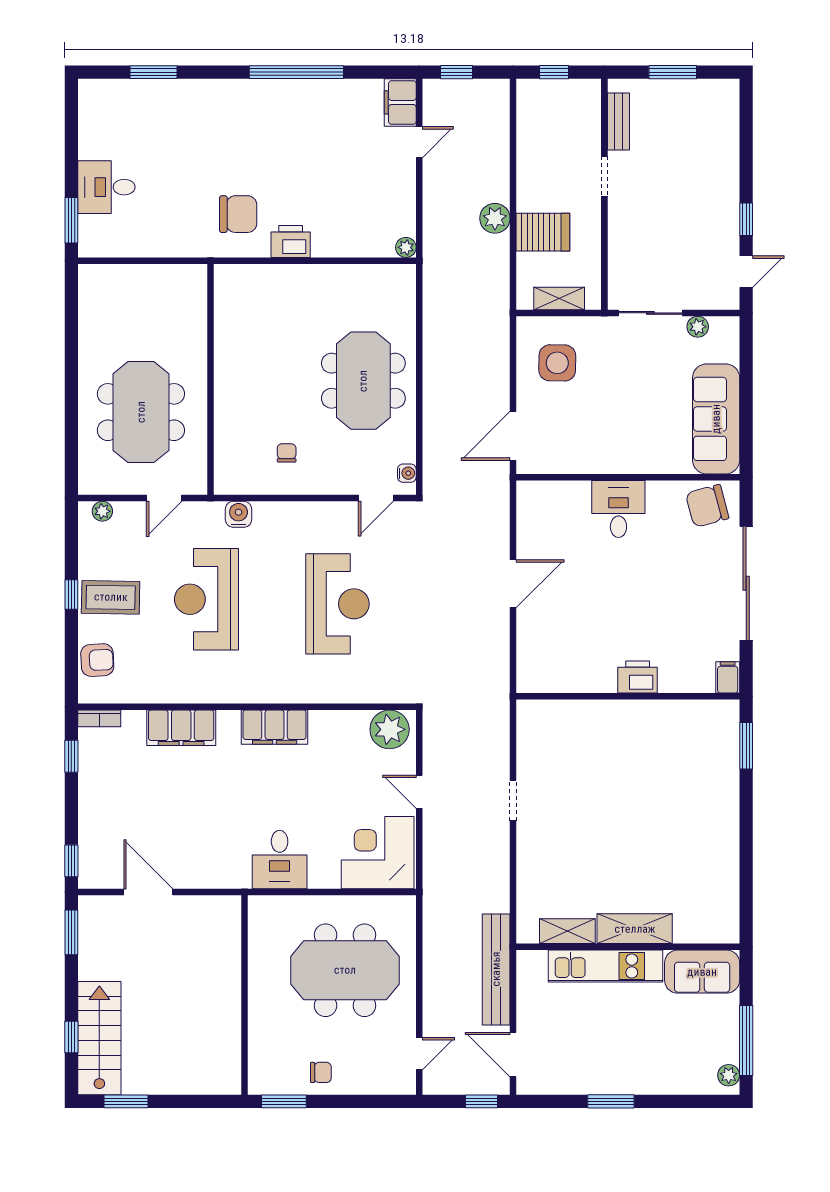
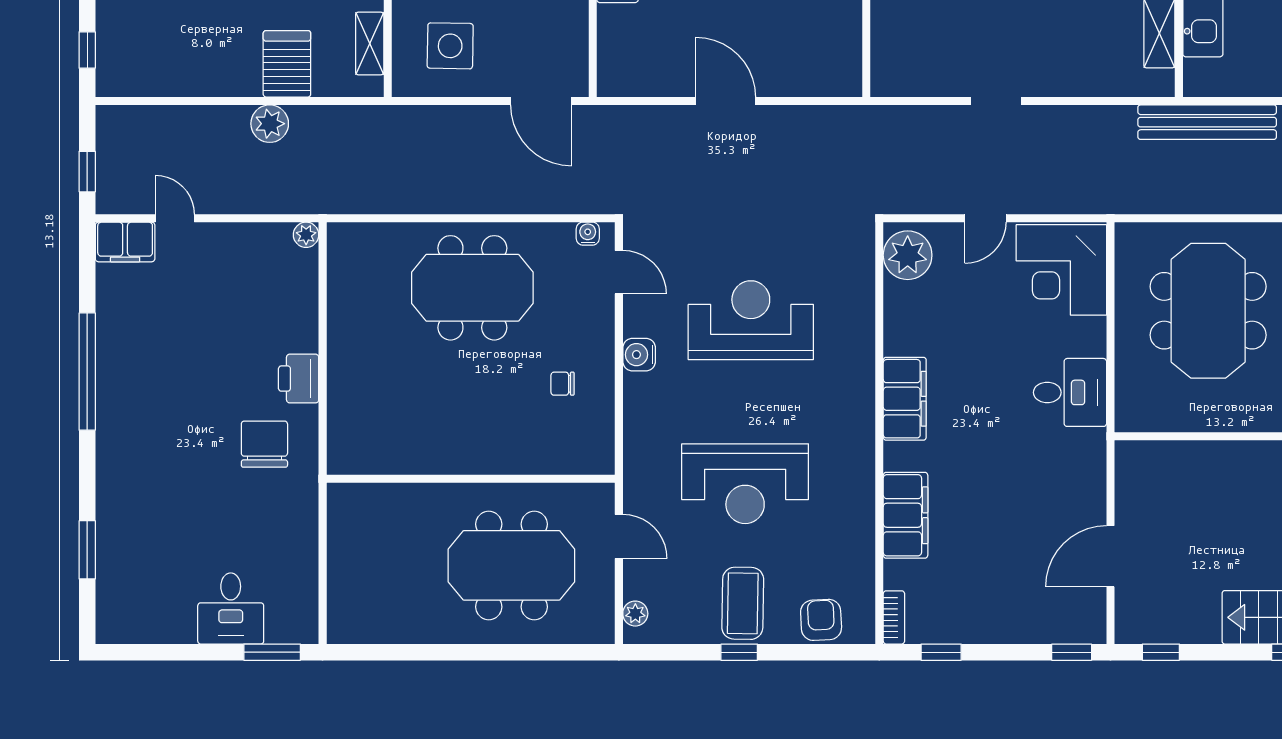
water cooler: (239, 514) -> (639, 355), moved
window: (71, 932) -> (1161, 652), width x0.67

